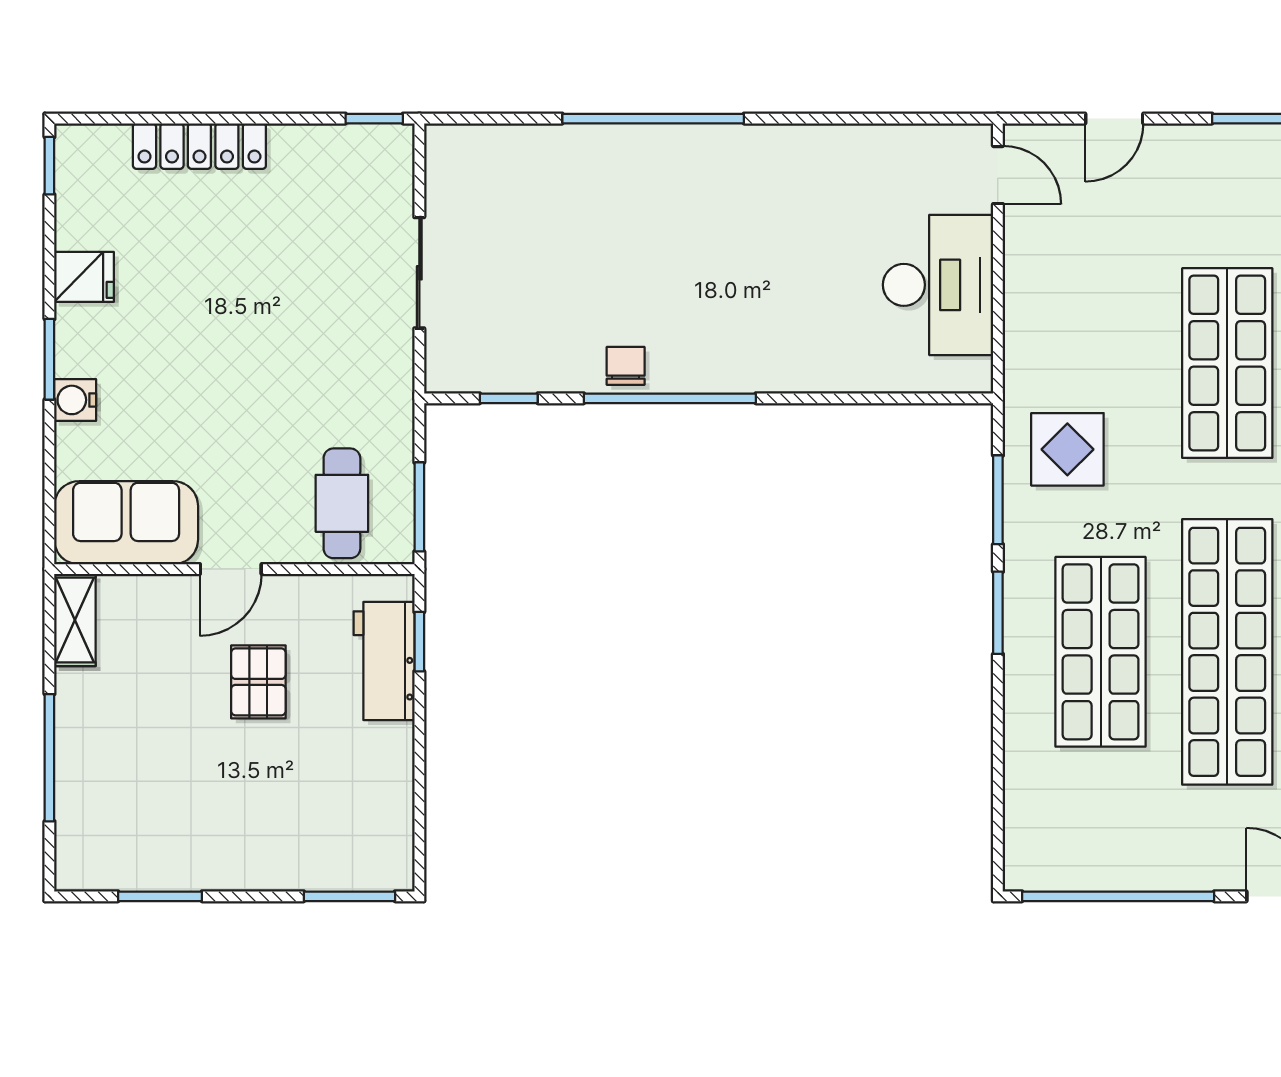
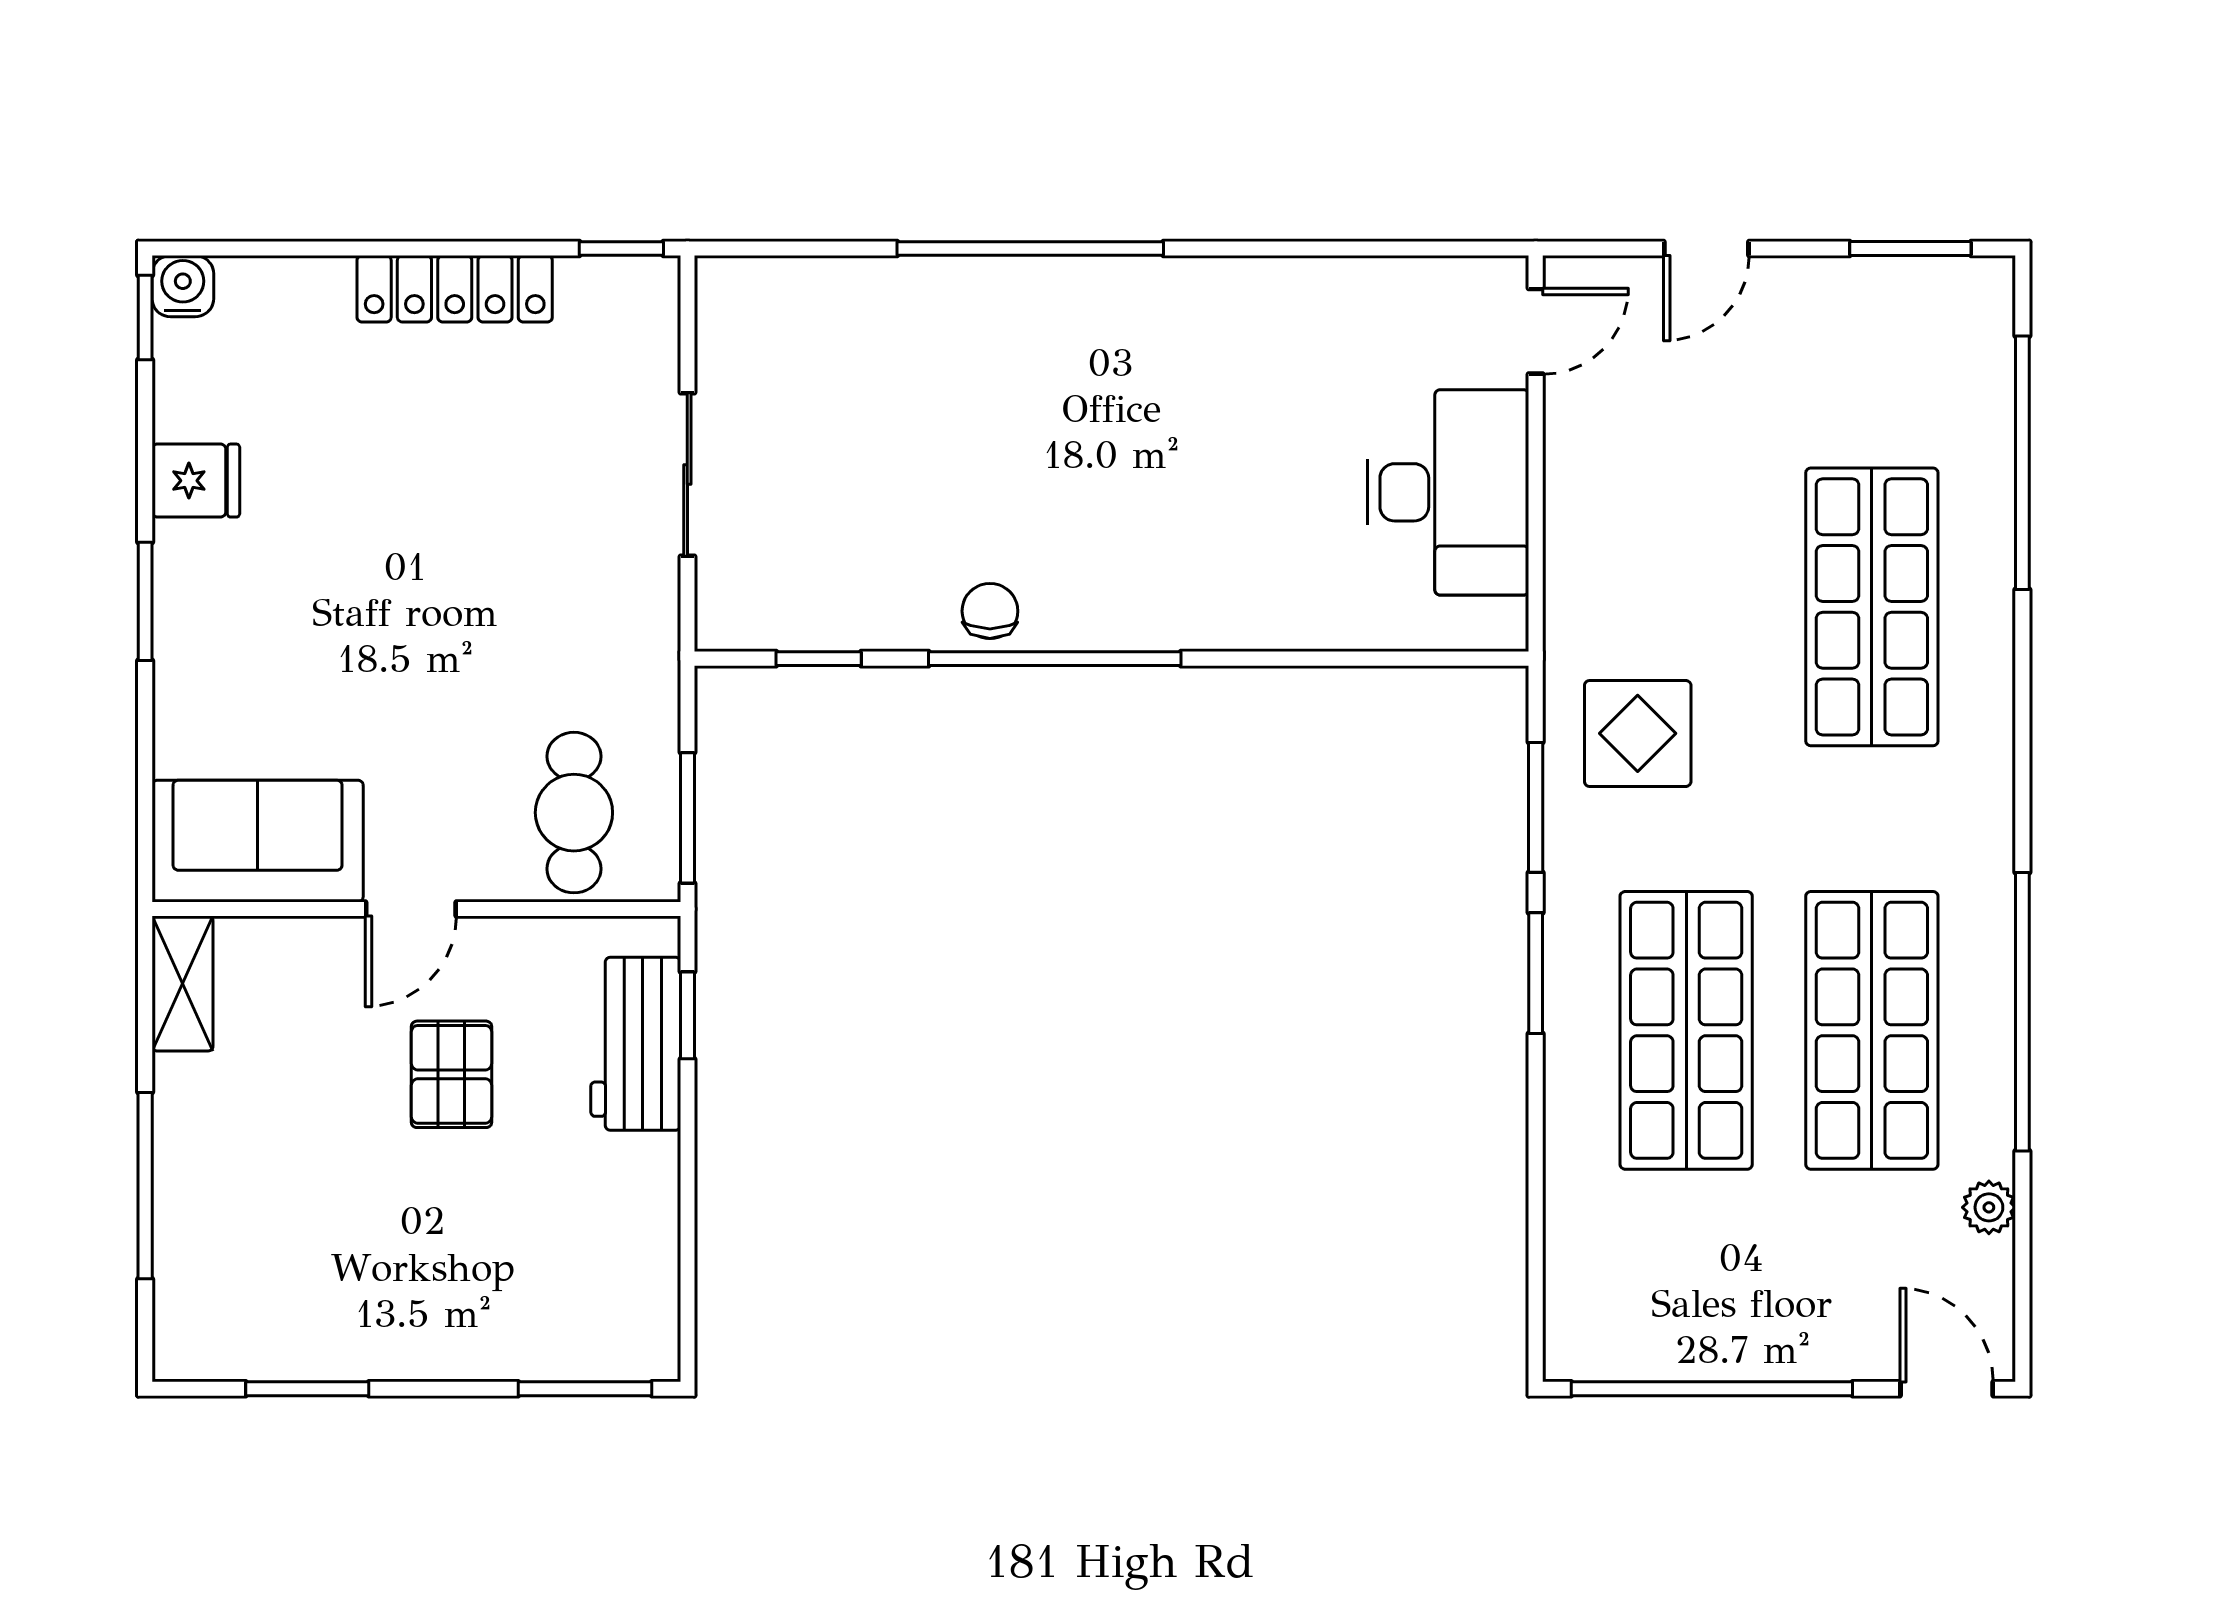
locker: (199, 146) -> (455, 289), moved
door: (998, 175) -> (1536, 331), hinge flipped
water cooler: (75, 400) -> (183, 286), moved, turned 90
shop shelf: (1227, 652) -> (1872, 1030), width x0.71

